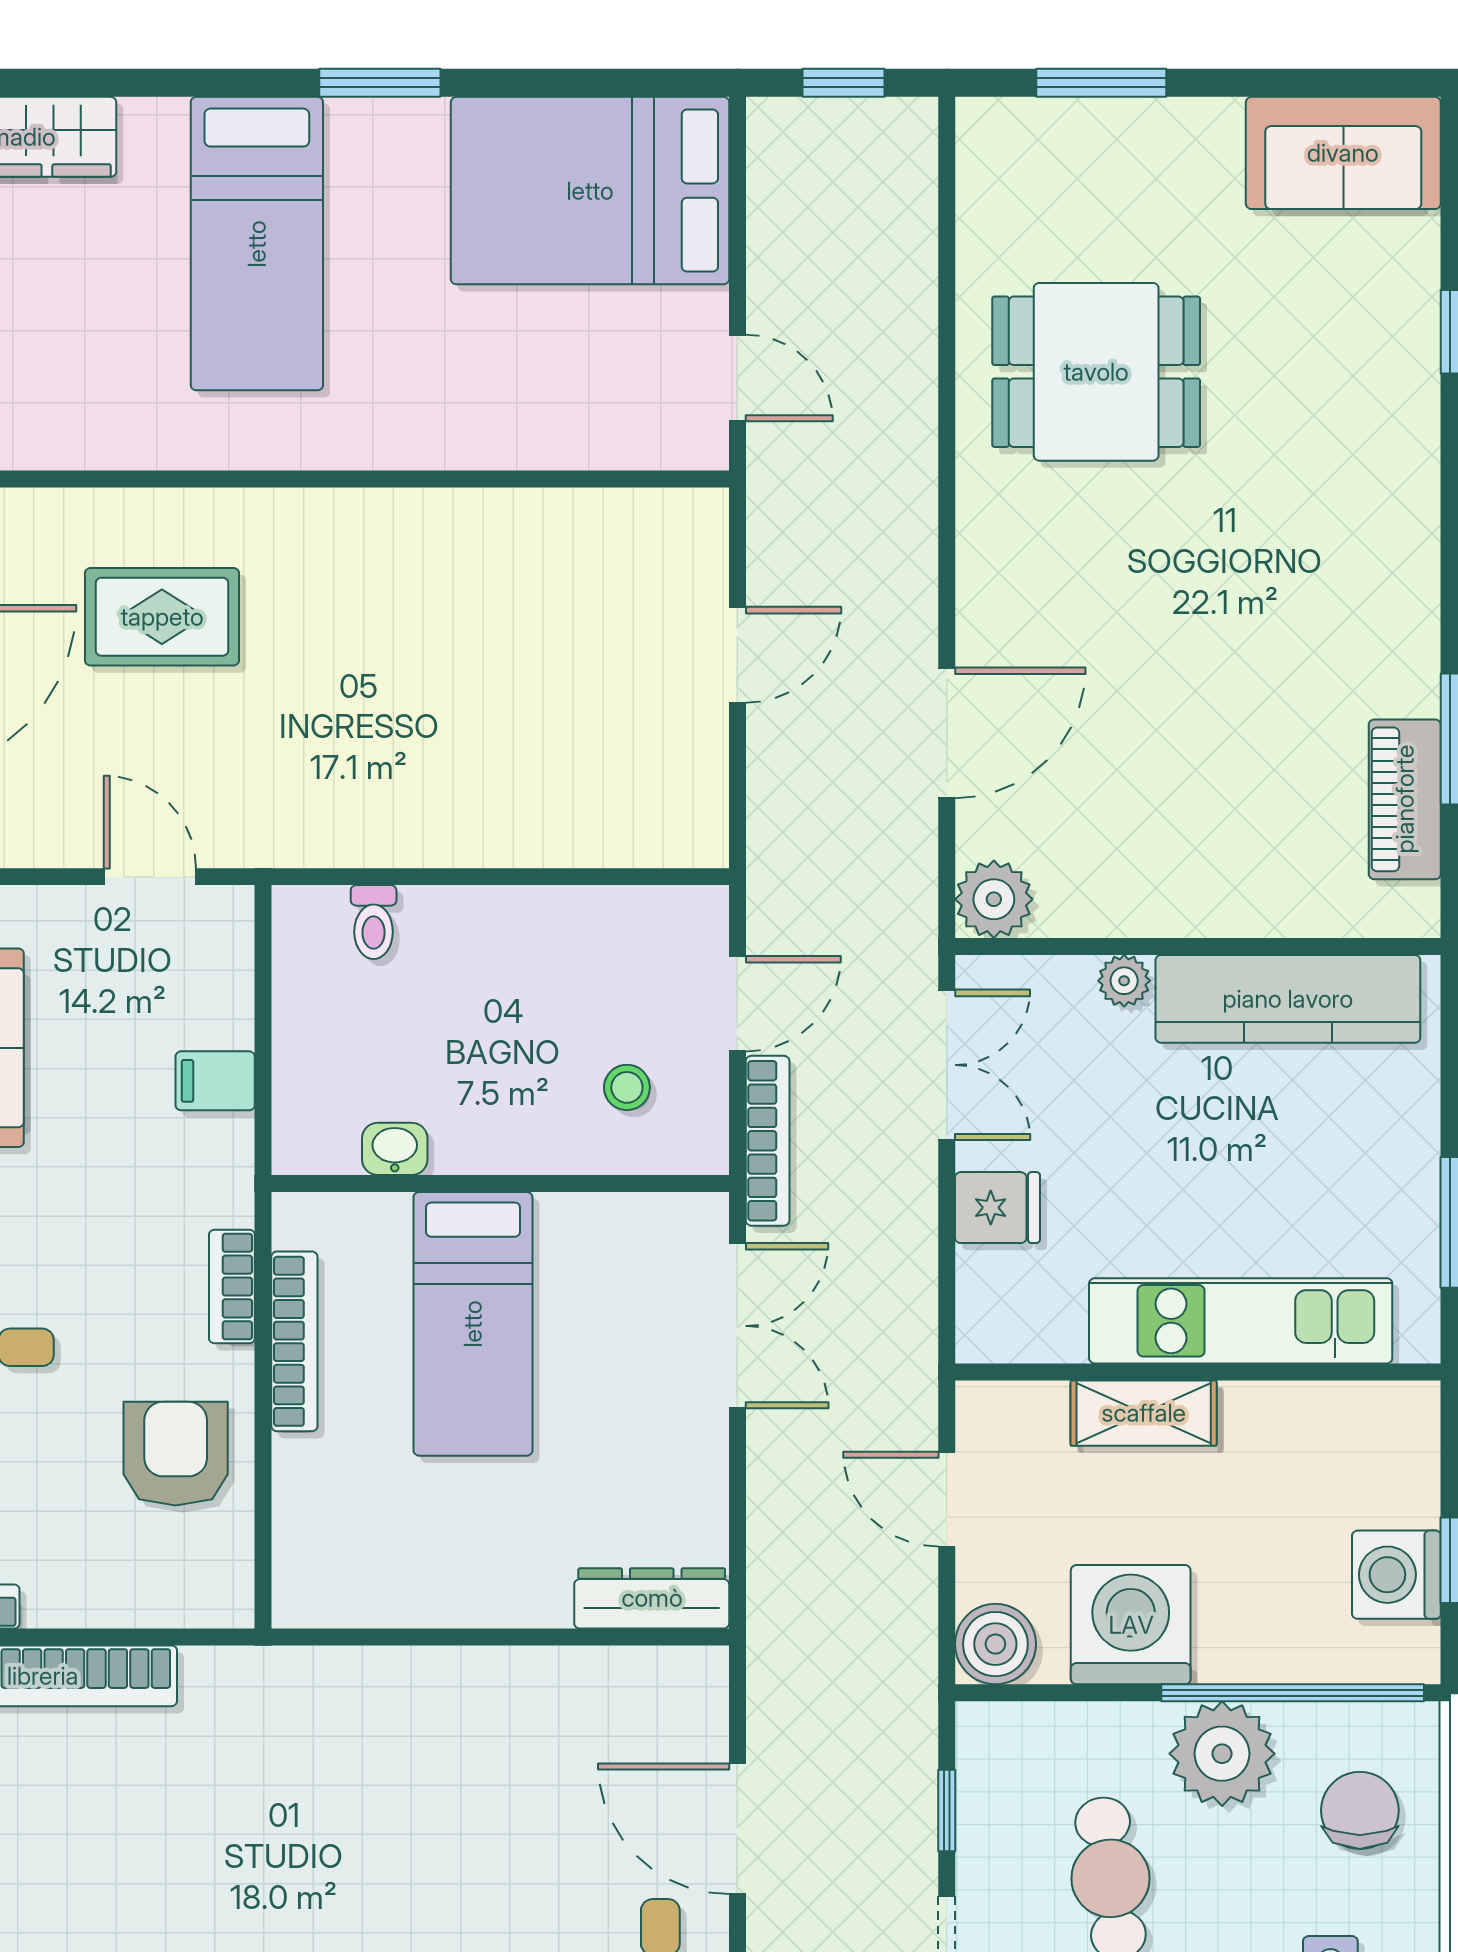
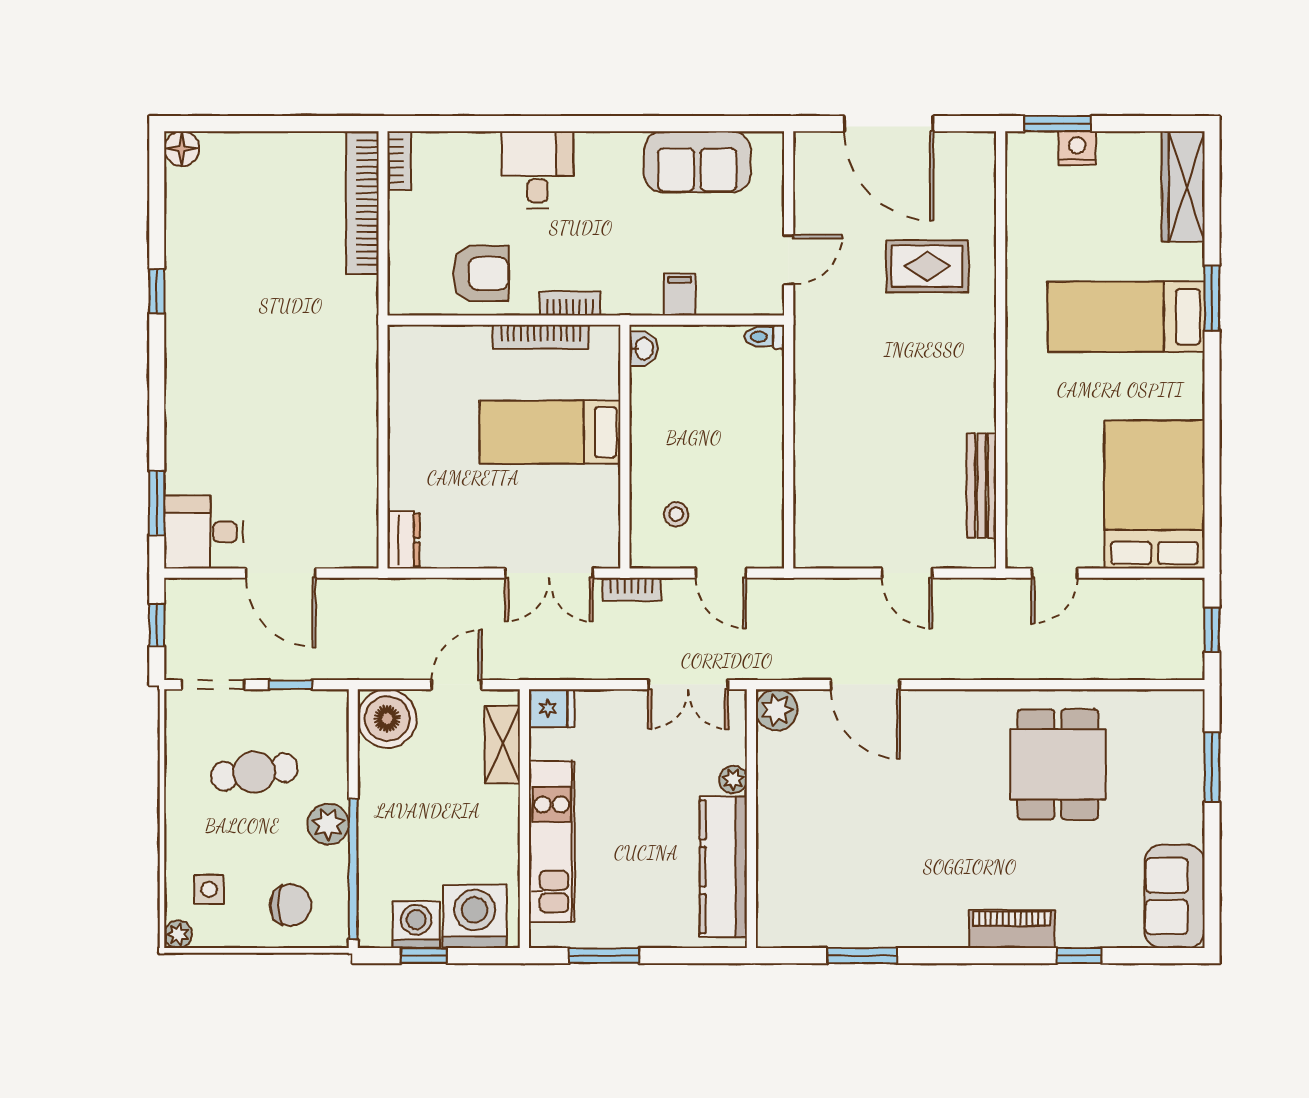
window: (380, 83) -> (1212, 298), moved
bench: (574, 515) -> (981, 486), added
rug: (162, 617) -> (927, 266), turned 90
piano: (1405, 799) -> (1012, 929), moved
toilet: (374, 922) -> (764, 337), moved
bookcase: (768, 1141) -> (631, 589), width x0.64
washbasin: (395, 1149) -> (643, 349), moved
fridge: (997, 1208) -> (551, 708), moved, turned -90
shelving: (1144, 1413) -> (502, 745), moved
dresser: (652, 1598) -> (404, 540), width x0.70
washing machine: (1131, 1625) -> (475, 916), moved, turned -90
boiler: (995, 1644) -> (387, 719), width x1.37, depth x1.37
plant: (1222, 1754) -> (328, 824), width x0.73, depth x0.73
door: (737, 1829) -> (281, 573), swing flipped

